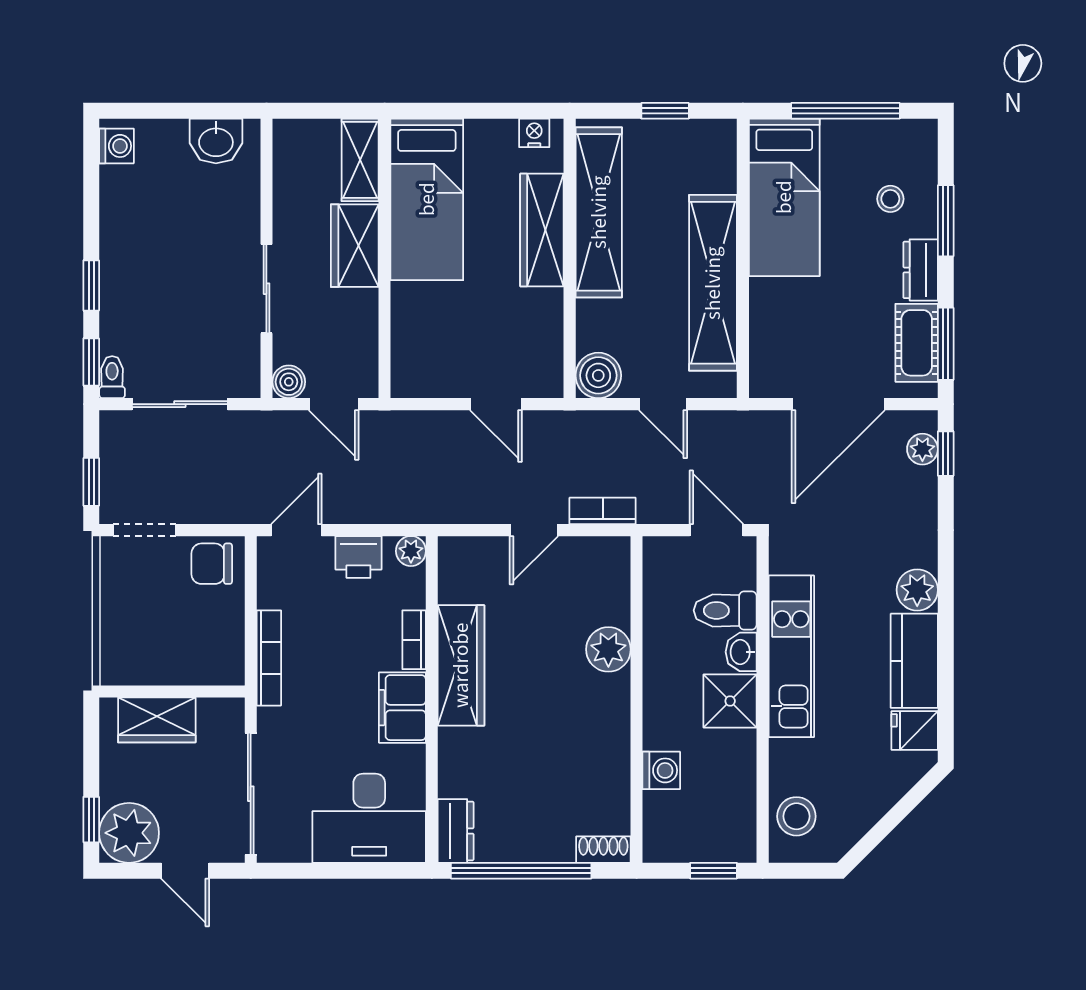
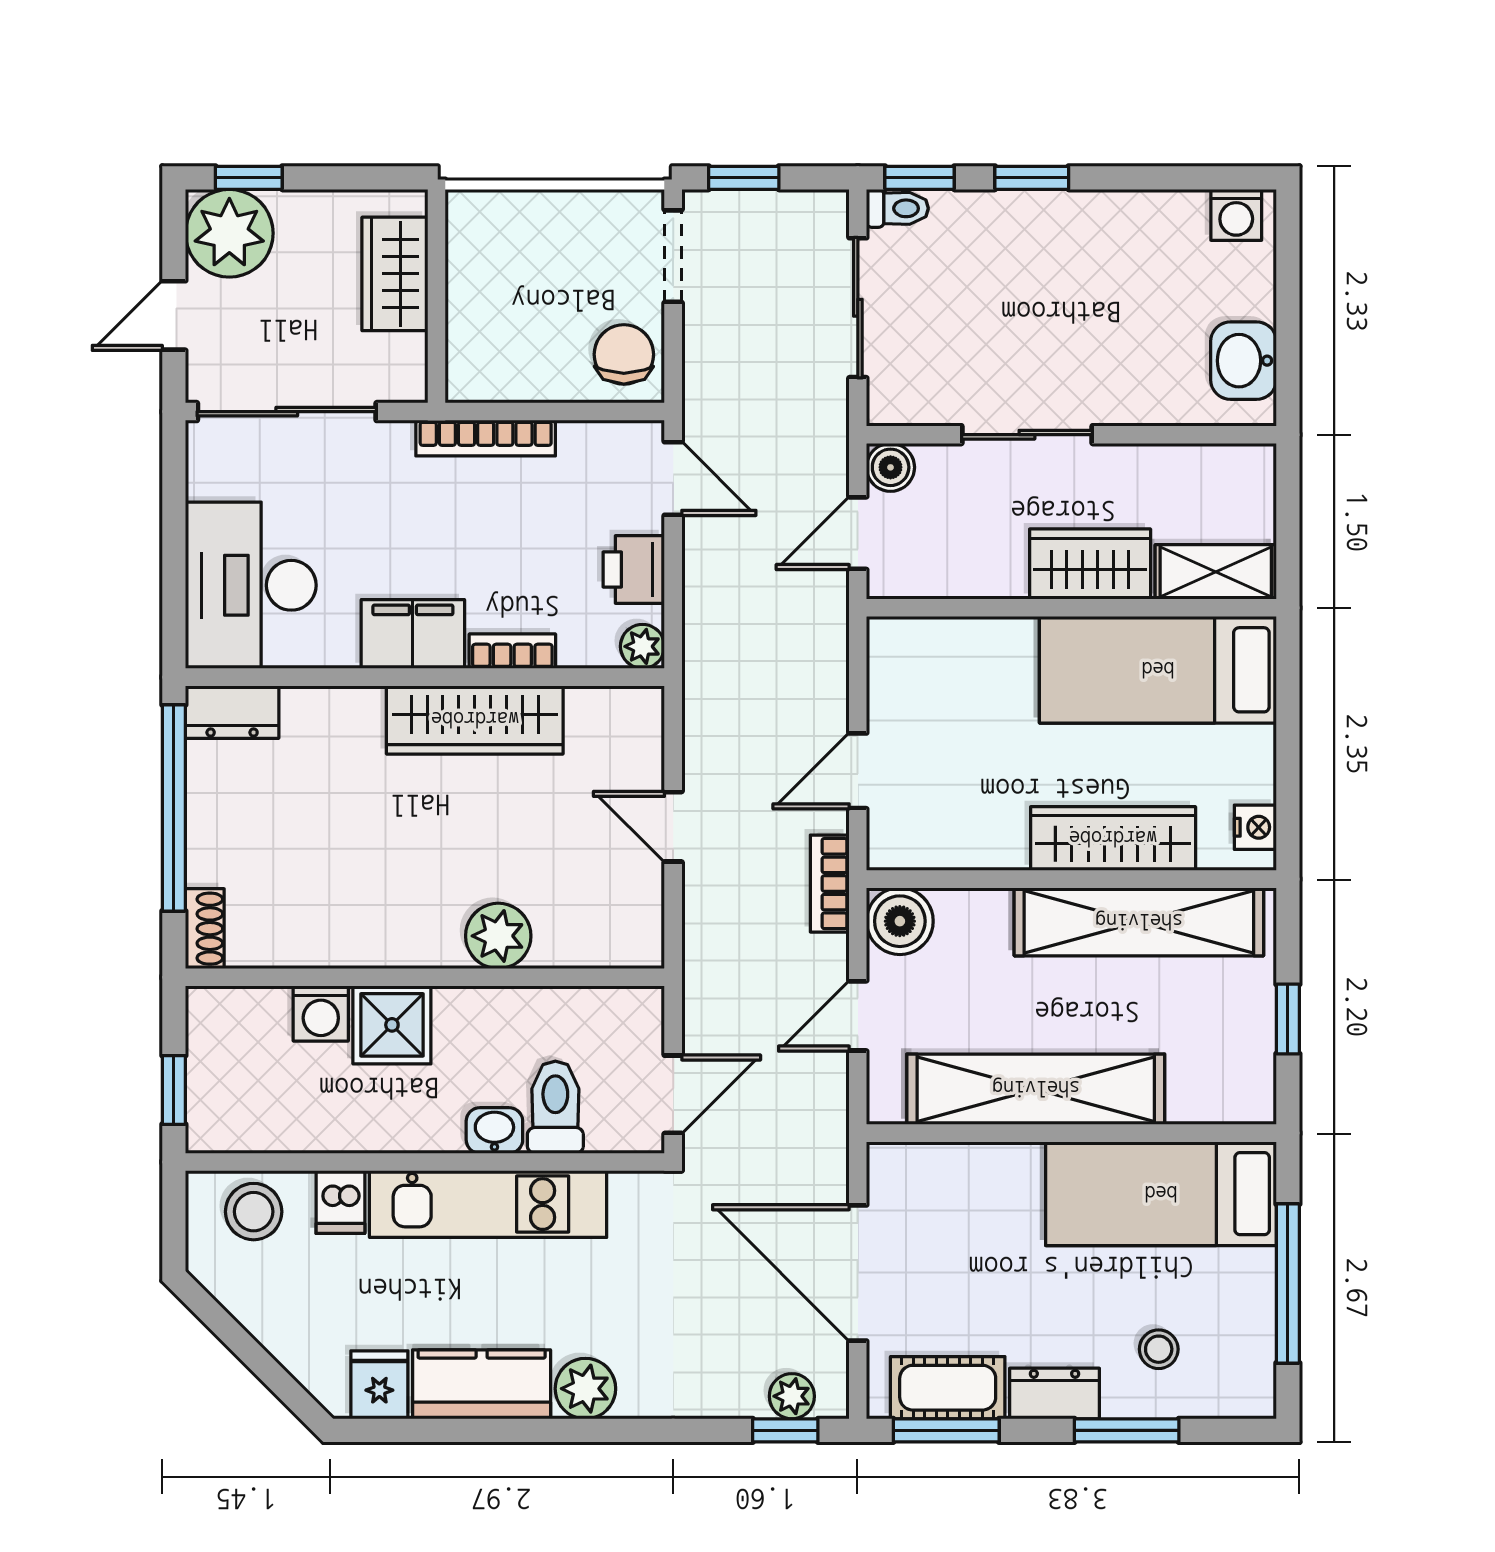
bookcase: (603, 511) -> (830, 884), moved, turned 180
shower: (730, 701) -> (392, 1025), moved
dishwasher: (790, 757) -> (340, 1202), added

